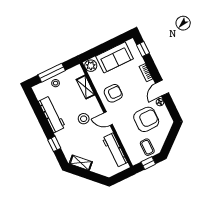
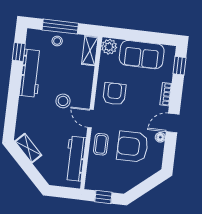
shelving: (86, 87) -> (90, 51), moved
armchair: (113, 93) -> (114, 94), turned -90
armchair: (146, 119) -> (133, 147), turned 180
window: (54, 144) -> (19, 52), moved
coffee table: (147, 147) -> (101, 144), moved

